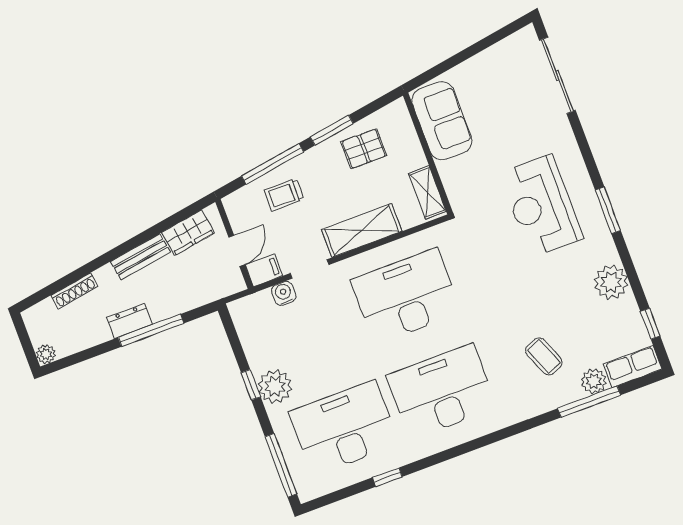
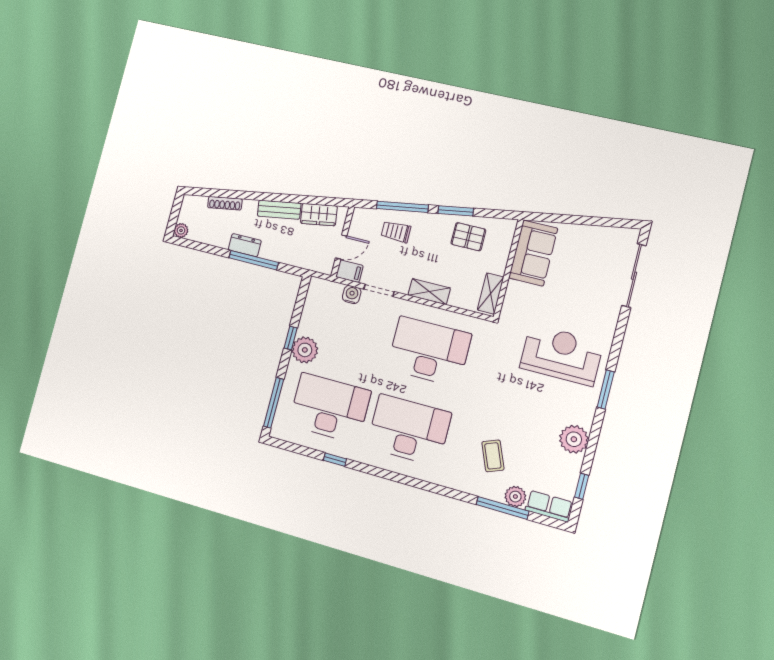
reception desk: (541, 206) -> (561, 355), turned 90
shelving: (362, 230) -> (429, 292), width x0.67, depth x0.75

